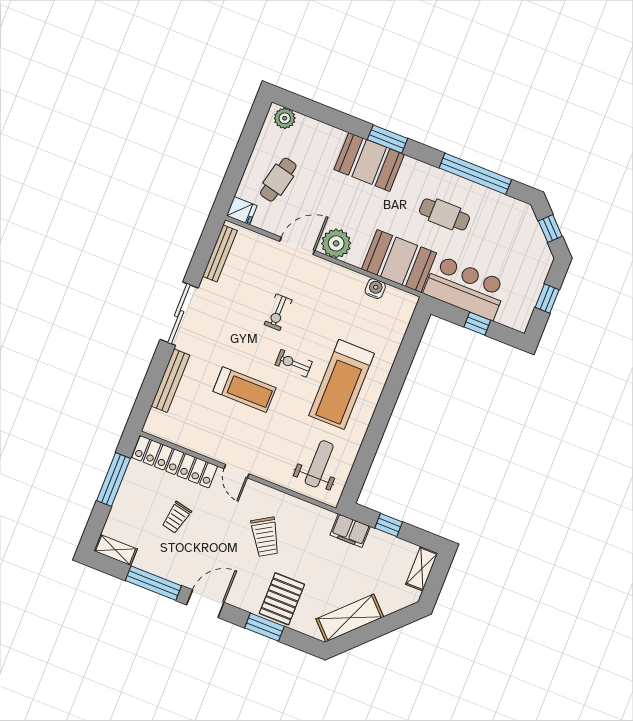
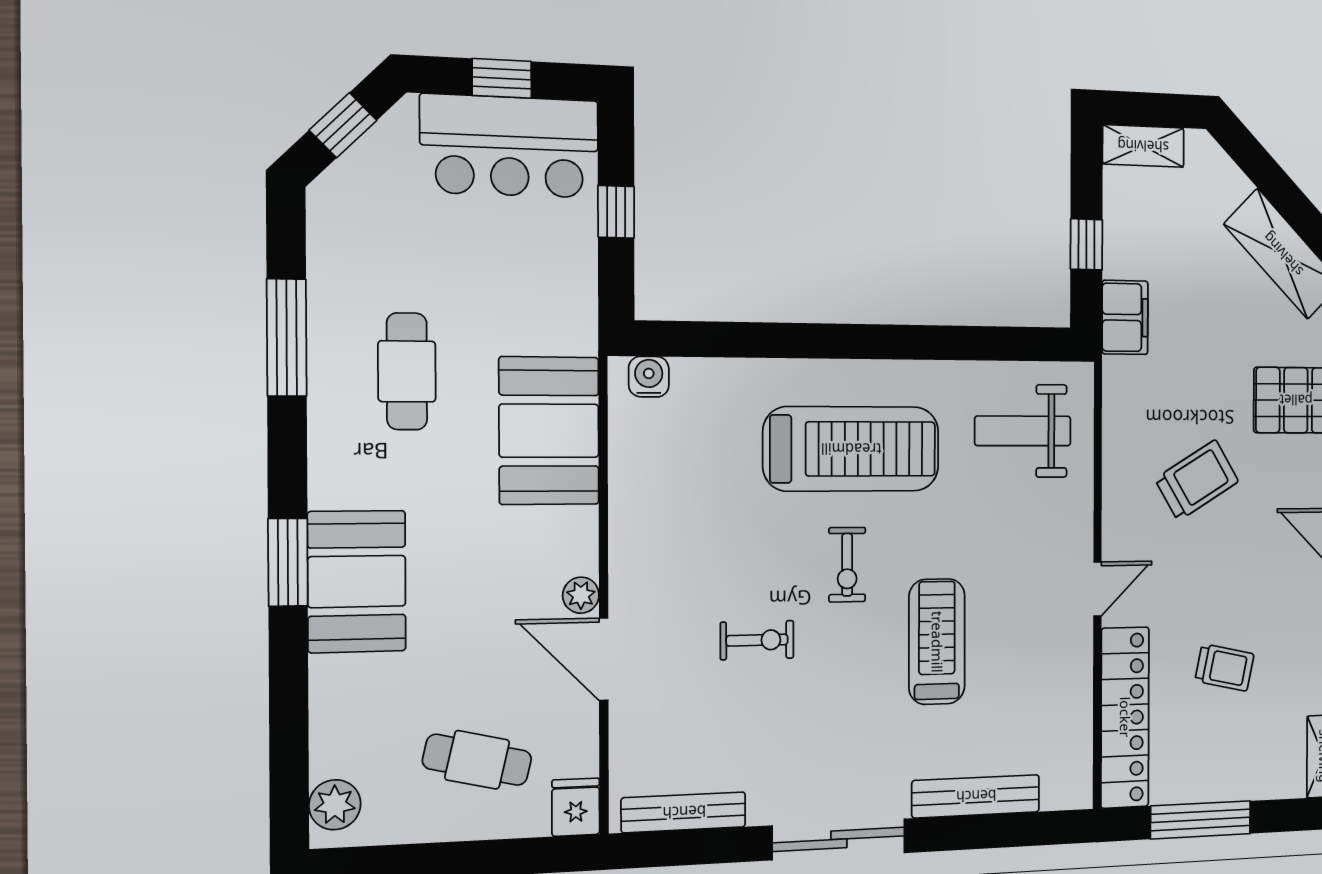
window: (475, 174) -> (287, 338), width x0.68
plant: (336, 243) -> (581, 595), width x0.53, depth x0.53
bar counter: (465, 288) -> (510, 146), moved, turned -90
water cooler: (375, 289) -> (649, 377), moved, turned 90

